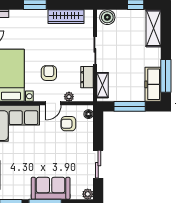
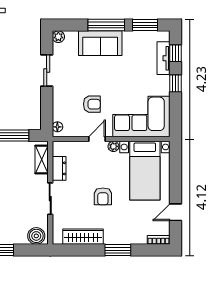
armchair: (49, 73) -> (103, 196), moved
plant: (69, 97) -> (113, 146), moved
armchair: (68, 124) -> (92, 104), moved

